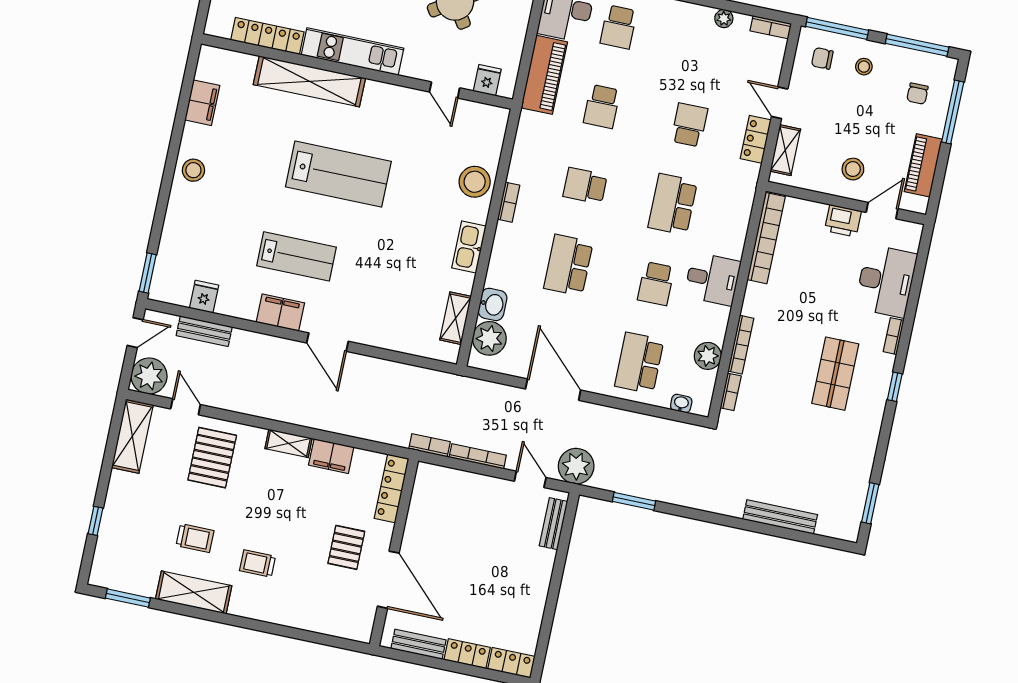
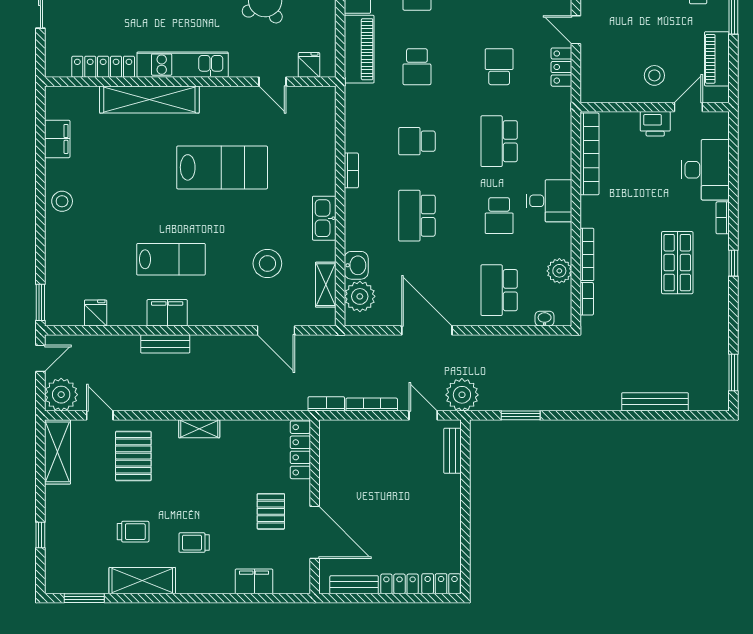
shelving: (785, 150) -> (590, 71), removed
lab bench: (338, 174) -> (222, 167), moved
stool: (475, 182) -> (267, 263), moved
bench: (204, 331) -> (165, 344), moved
door: (328, 342) -> (276, 330), moved
filing cabinet: (331, 456) -> (254, 581), moved, turned 180

